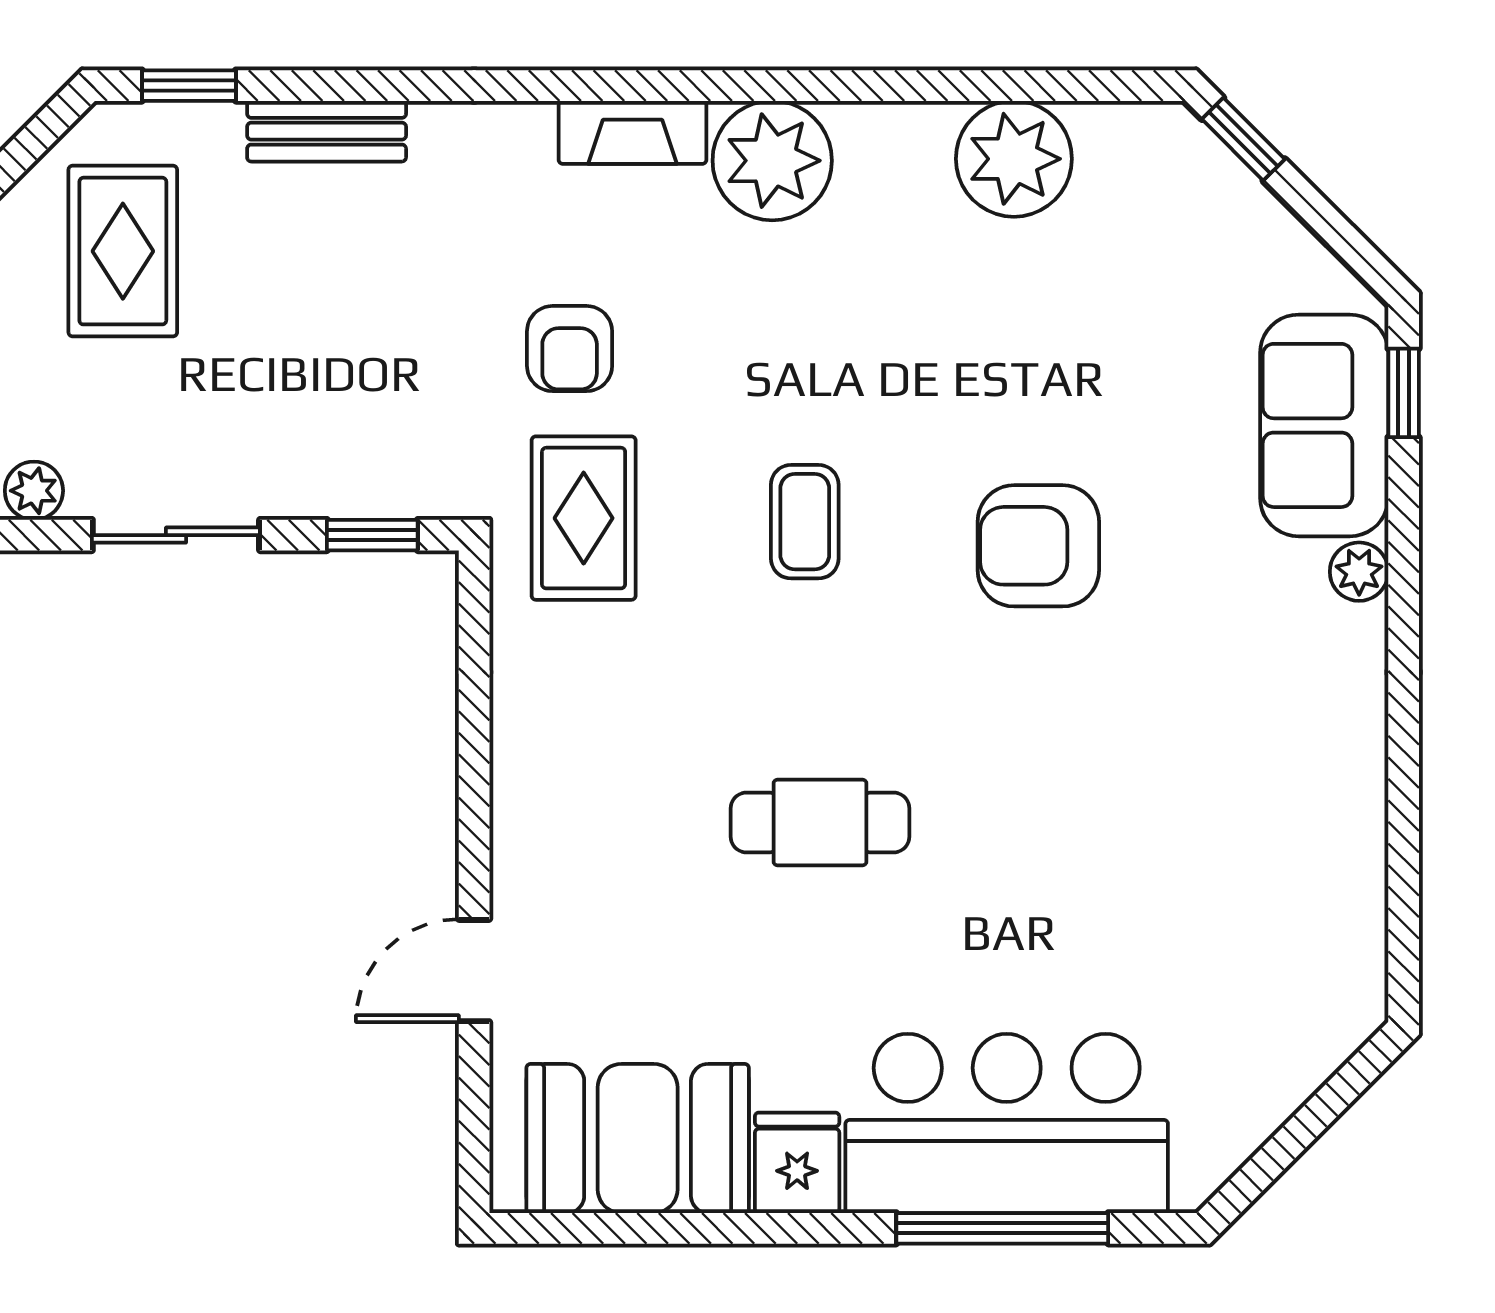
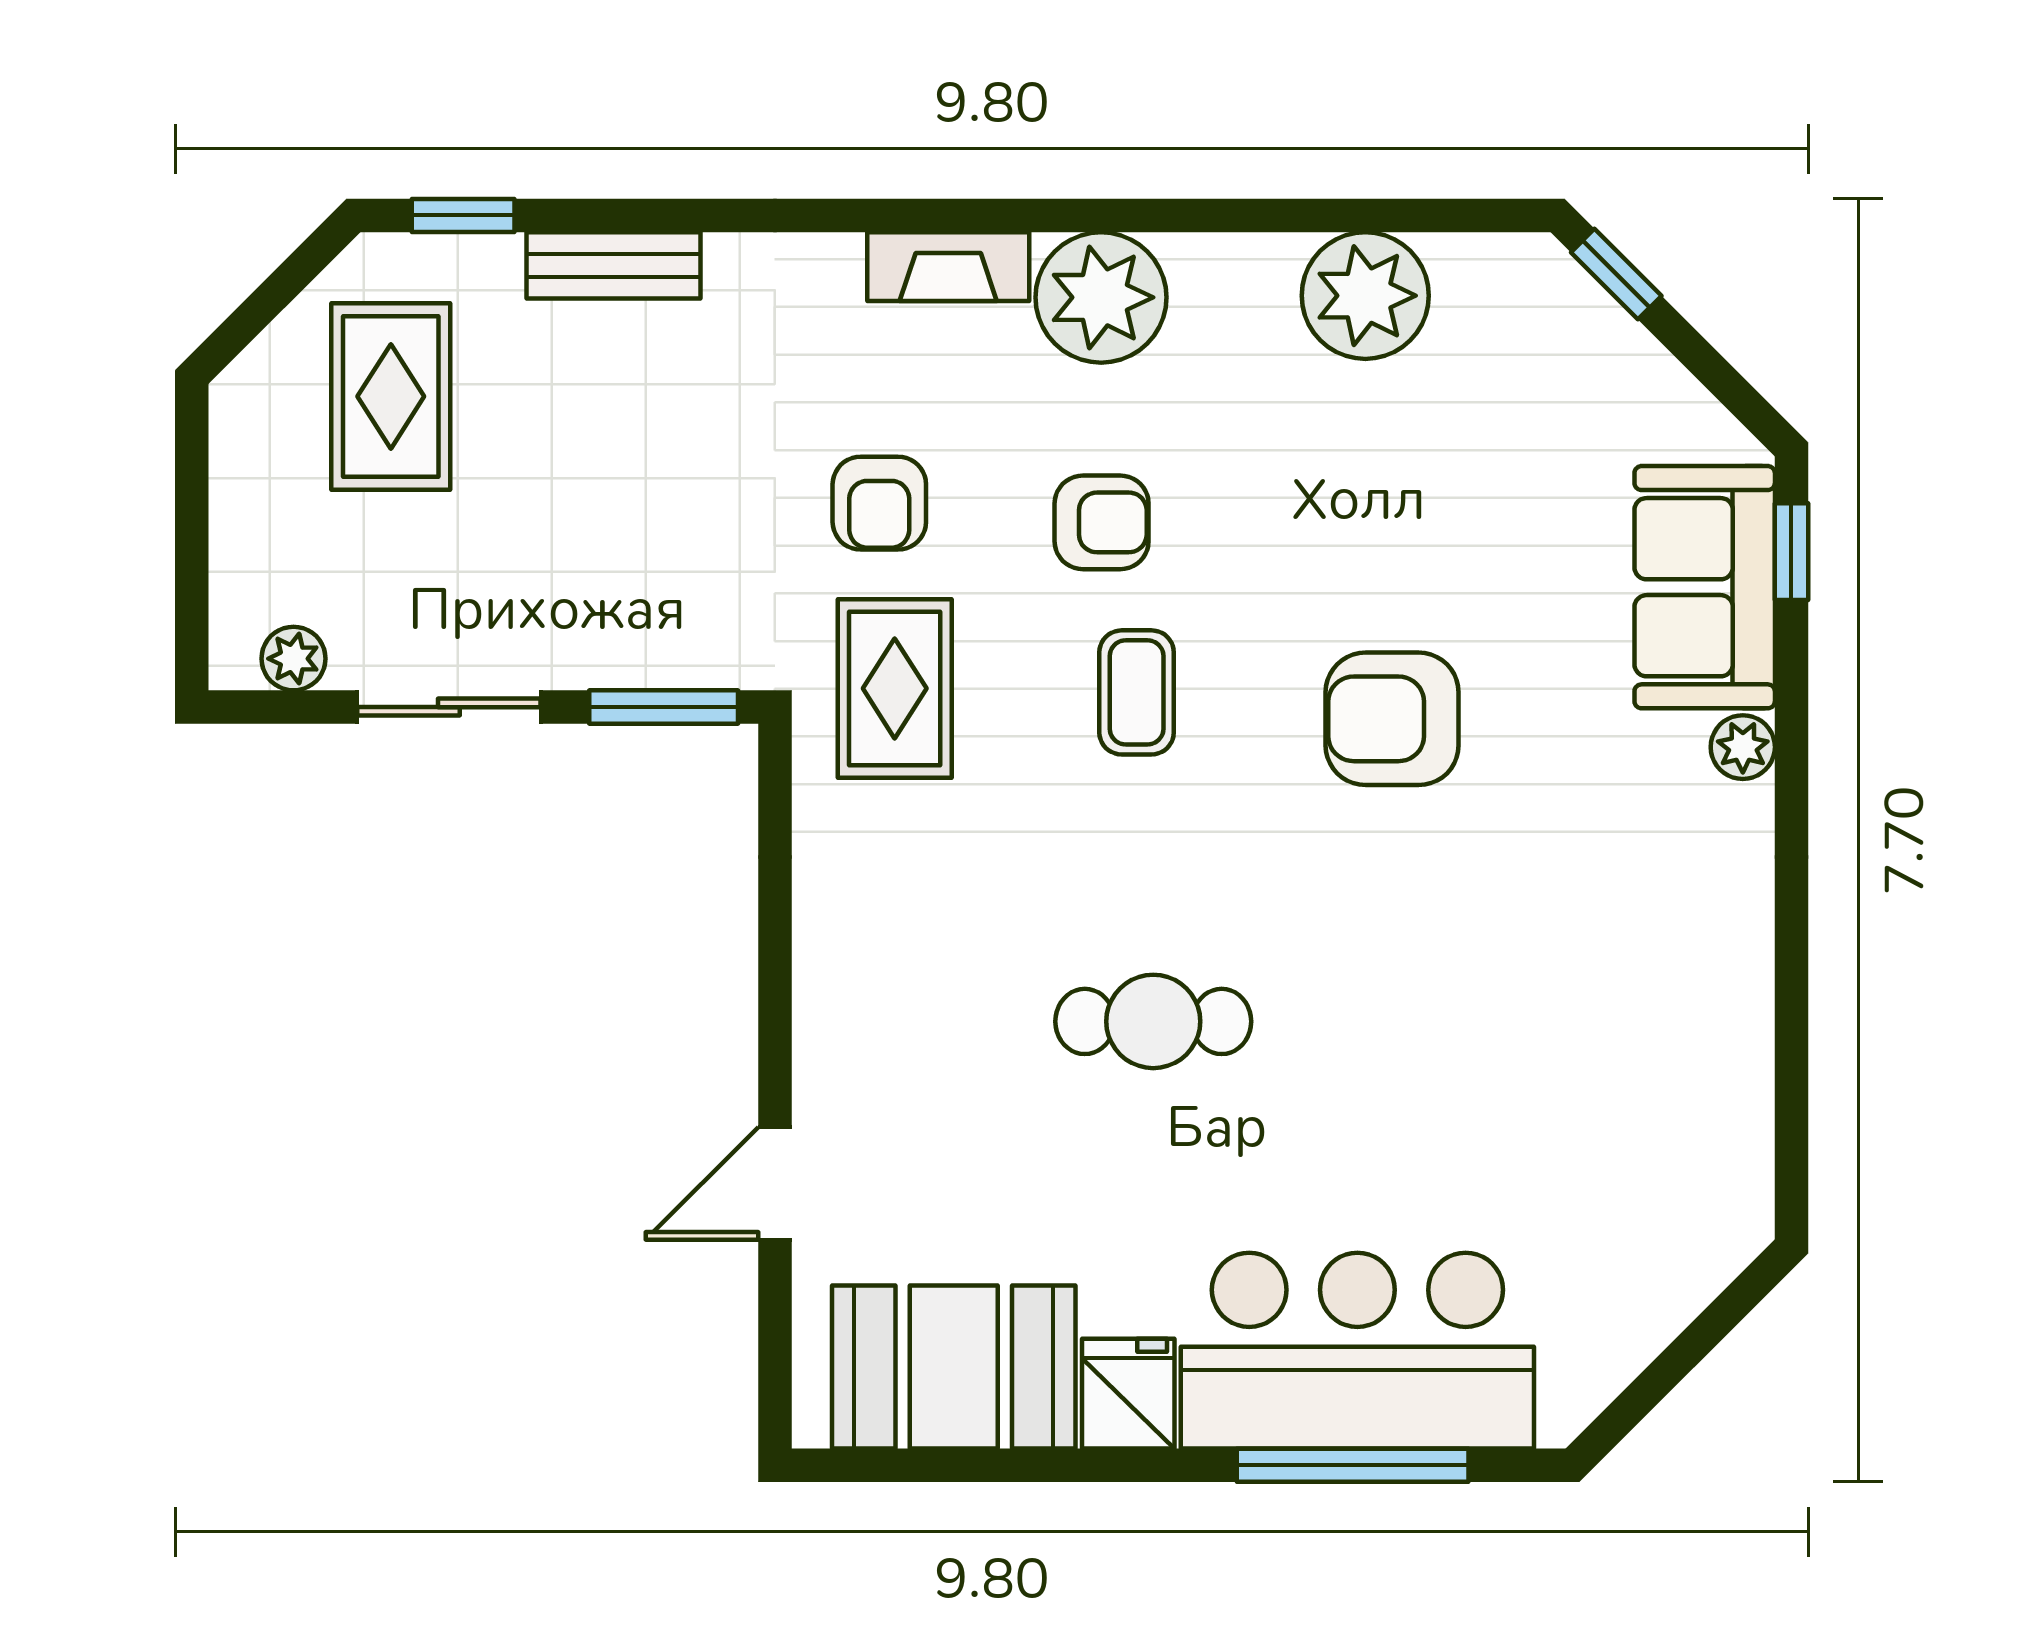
armchair: (773, 366) -> (1102, 522), added
window: (372, 535) -> (664, 707), width x1.50

